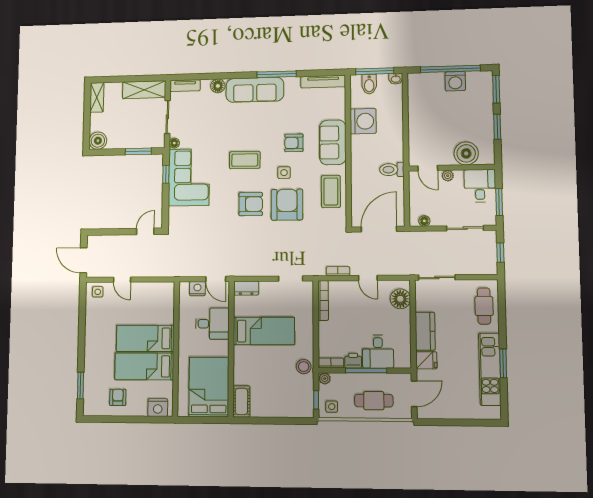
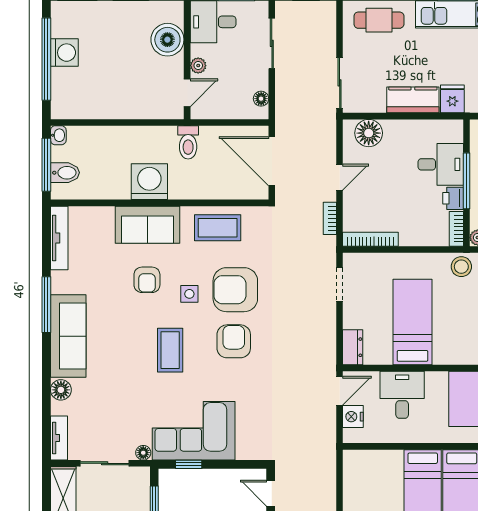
washing machine: (363, 121) -> (149, 182), moved

